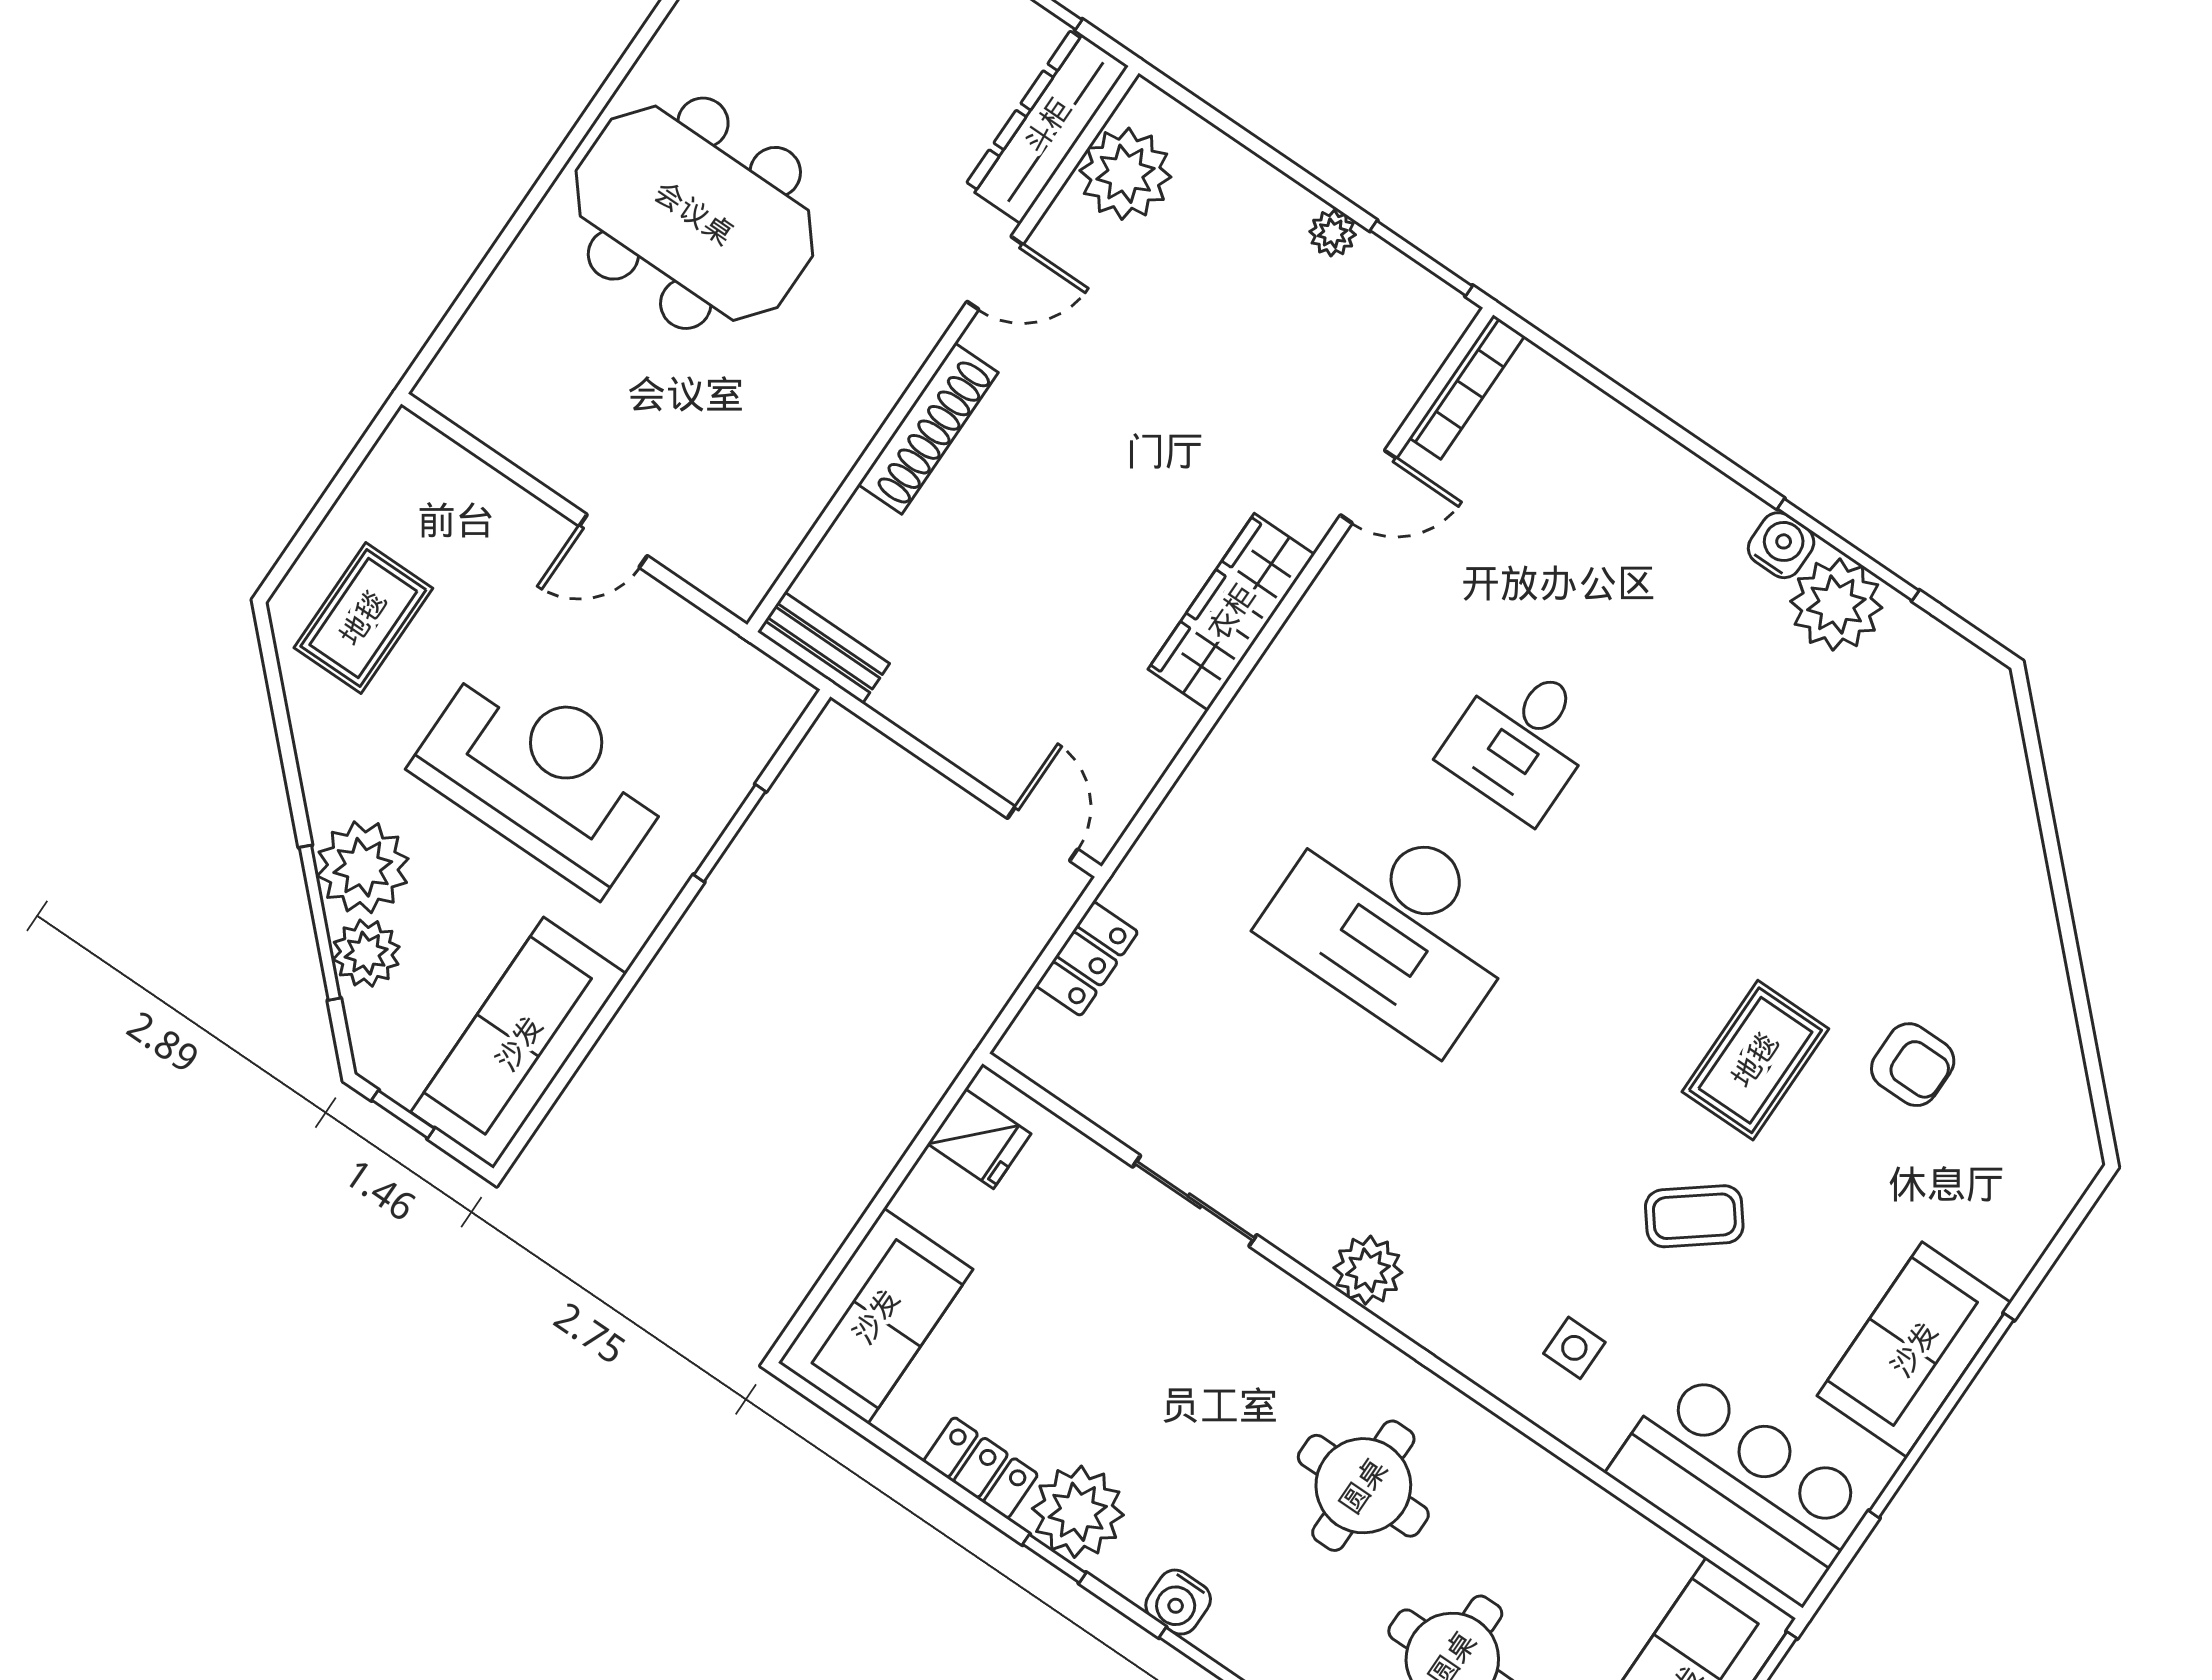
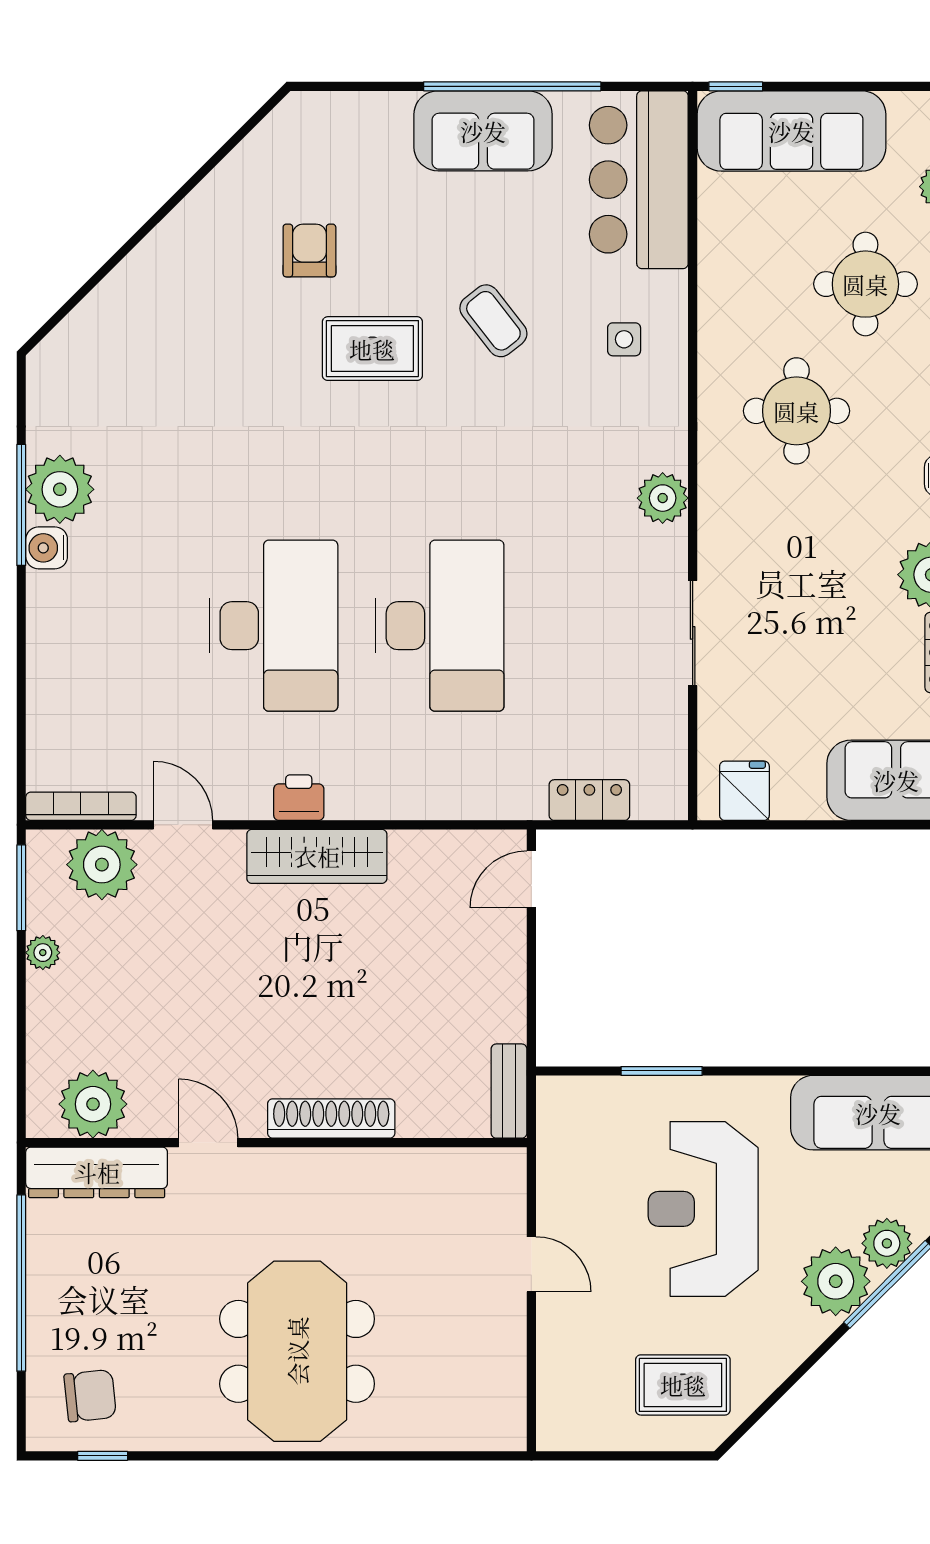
plant: (1386, 366) -> (102, 865), added
printer: (1311, 636) -> (299, 798), added
desk: (1521, 739) -> (274, 626), width x1.87, depth x1.30

